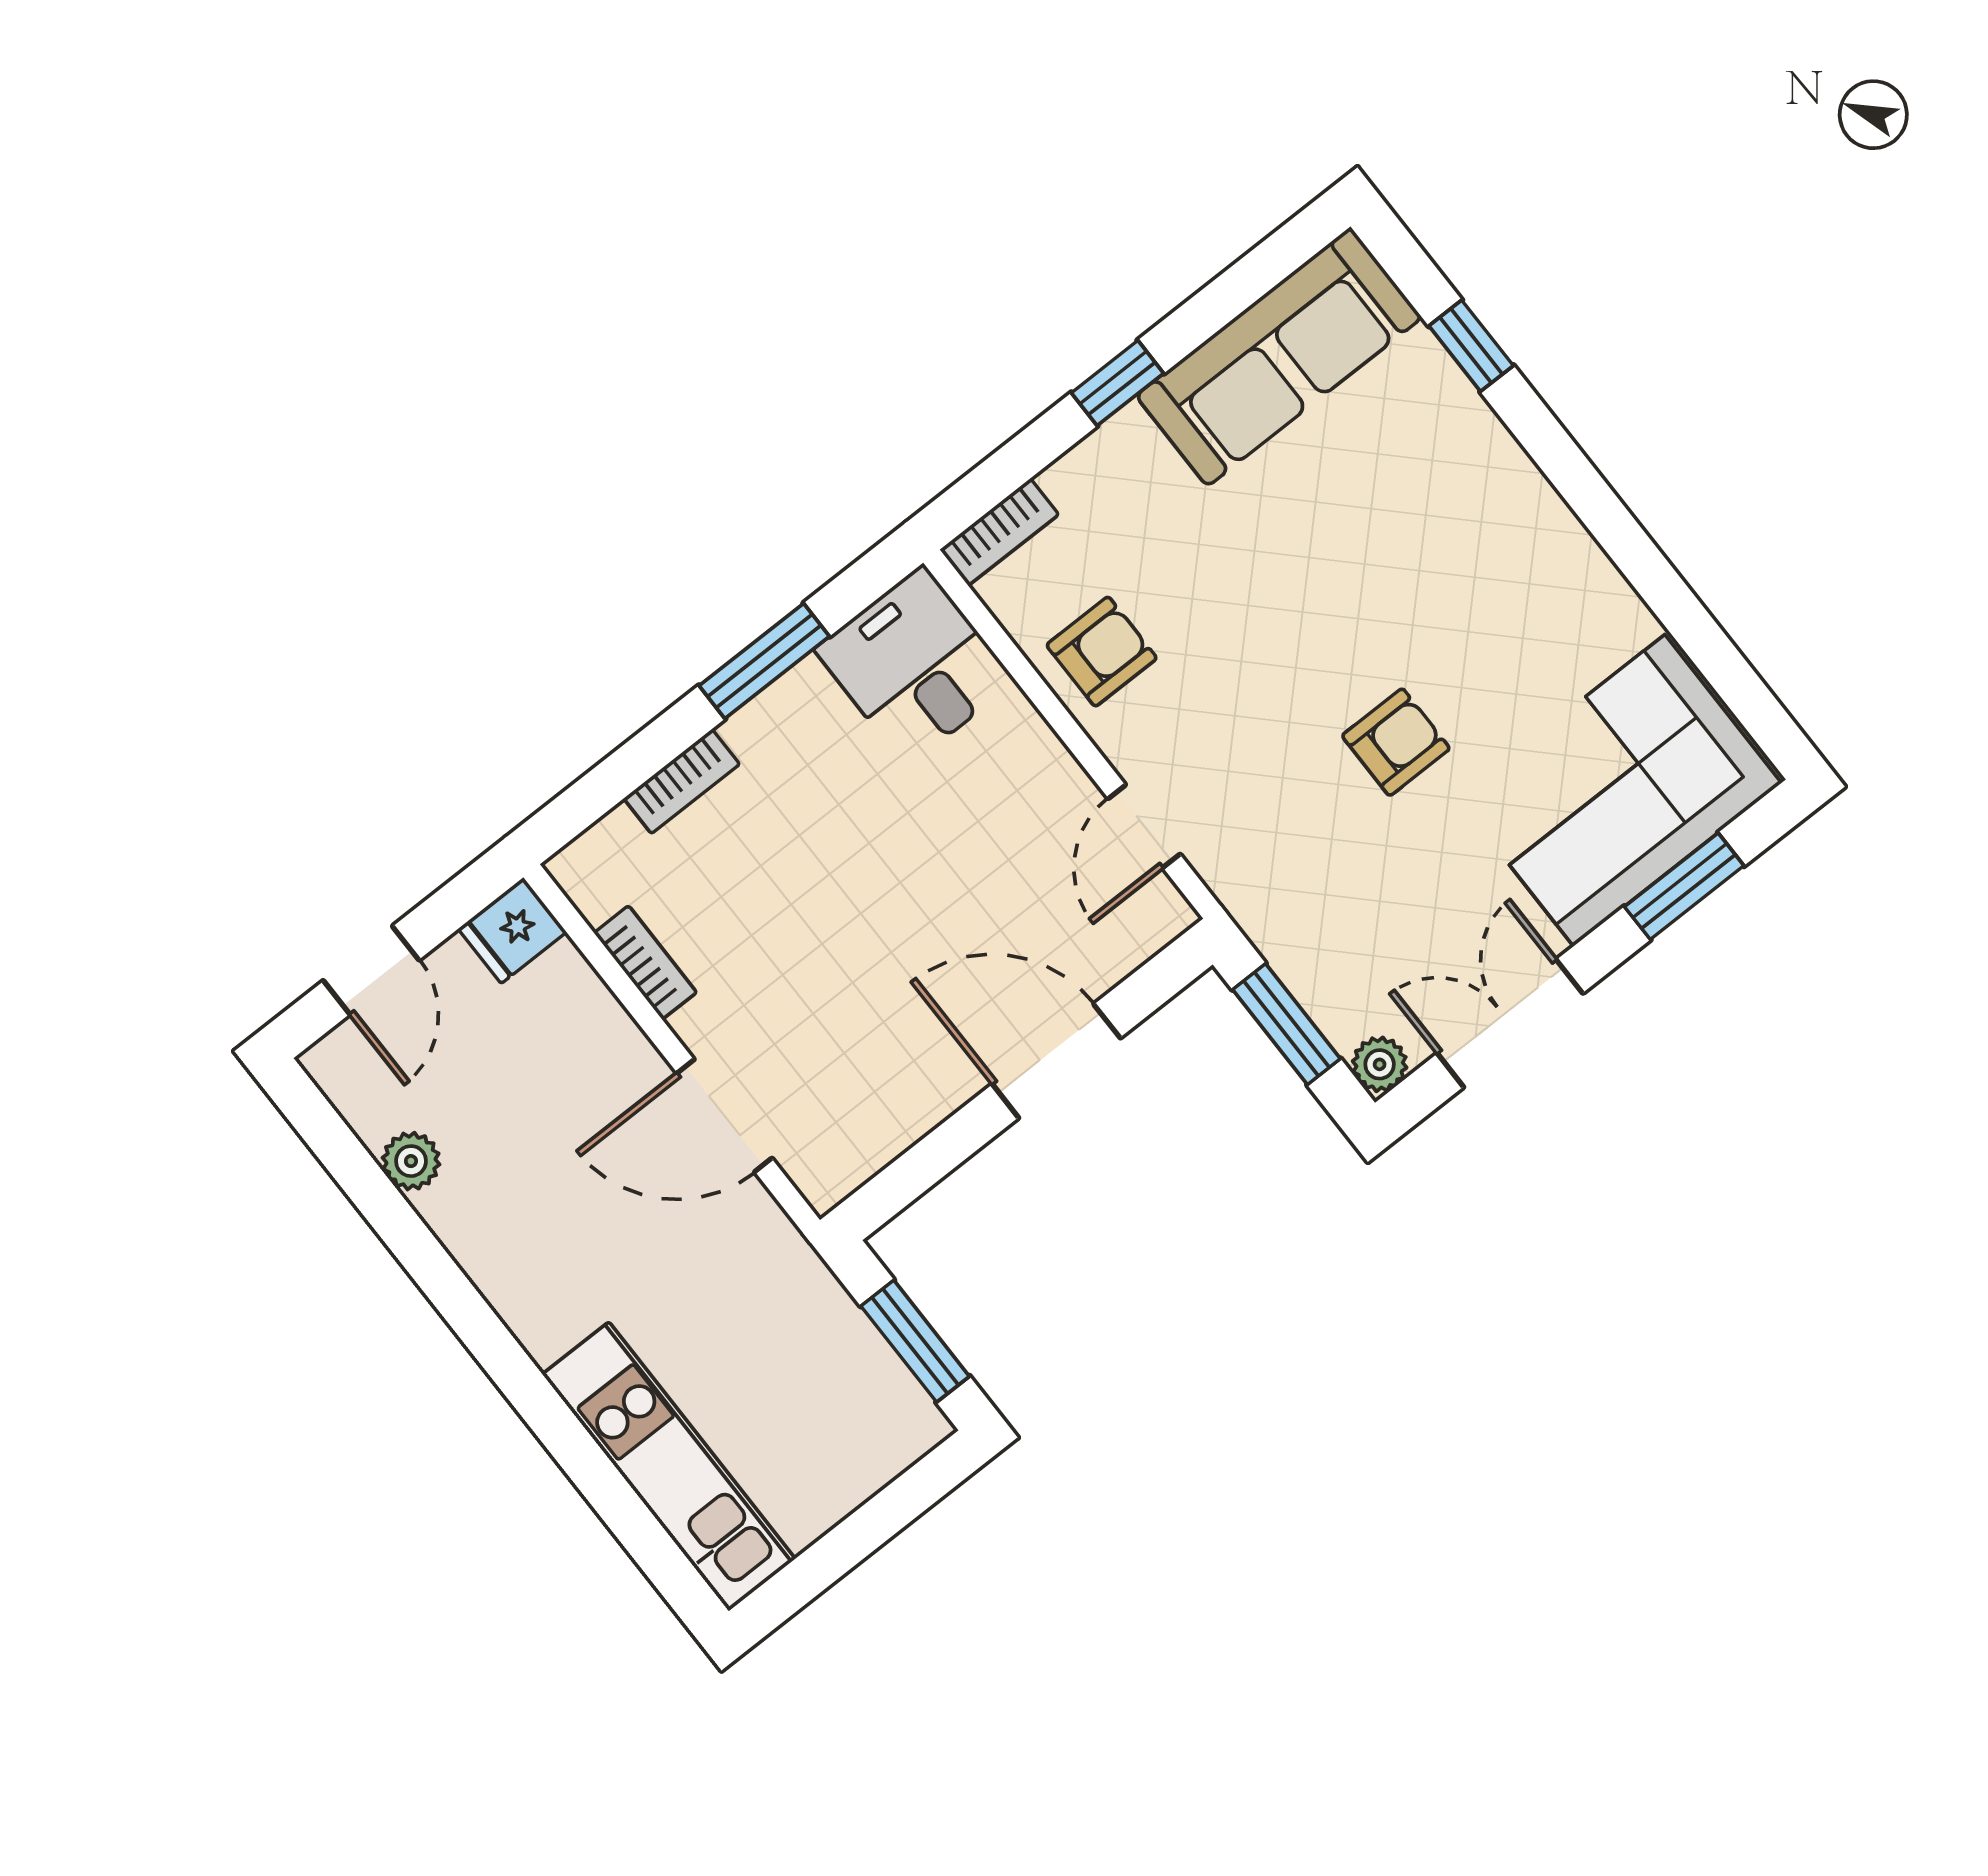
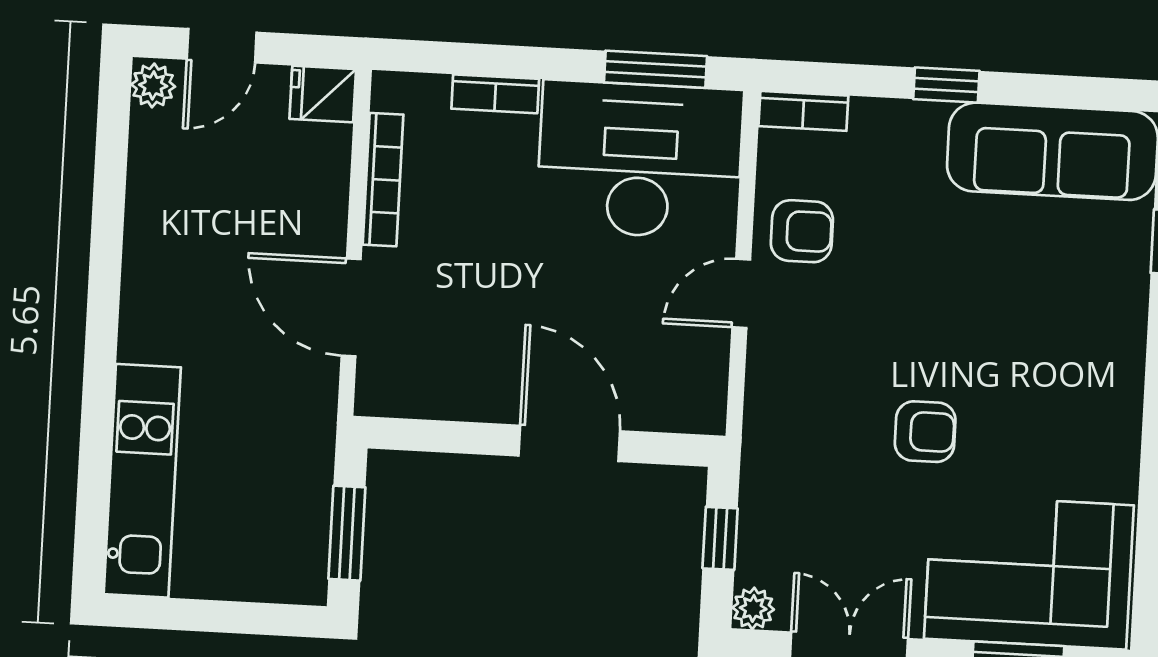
window: (764, 661) -> (655, 69), moved
desk: (915, 666) -> (640, 160), width x1.87, depth x1.30
door: (1144, 826) -> (741, 293), moved
bookcase: (645, 963) -> (383, 180), width x1.56
window: (1286, 1024) -> (720, 538), width x0.67
plant: (411, 1161) -> (153, 85), moved

